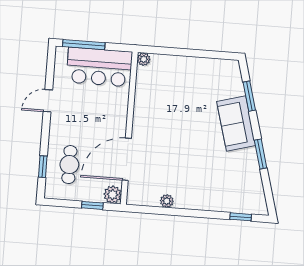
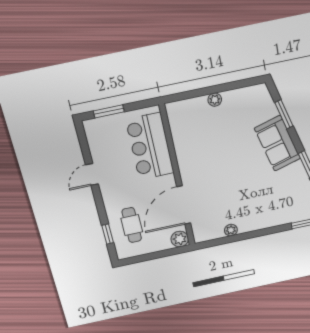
window: (84, 45) -> (109, 111), width x0.69
plant: (144, 59) -> (215, 100), moved
bar counter: (99, 67) -> (150, 146), moved, turned 90
window: (92, 205) -> (164, 253), removed

